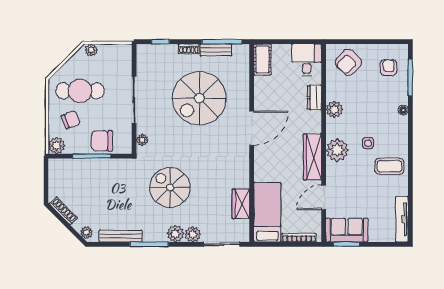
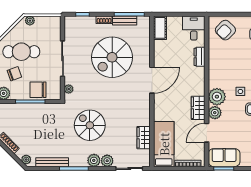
plant: (334, 110) -> (215, 113), moved
wardrobe: (312, 157) -> (198, 108), width x0.67

